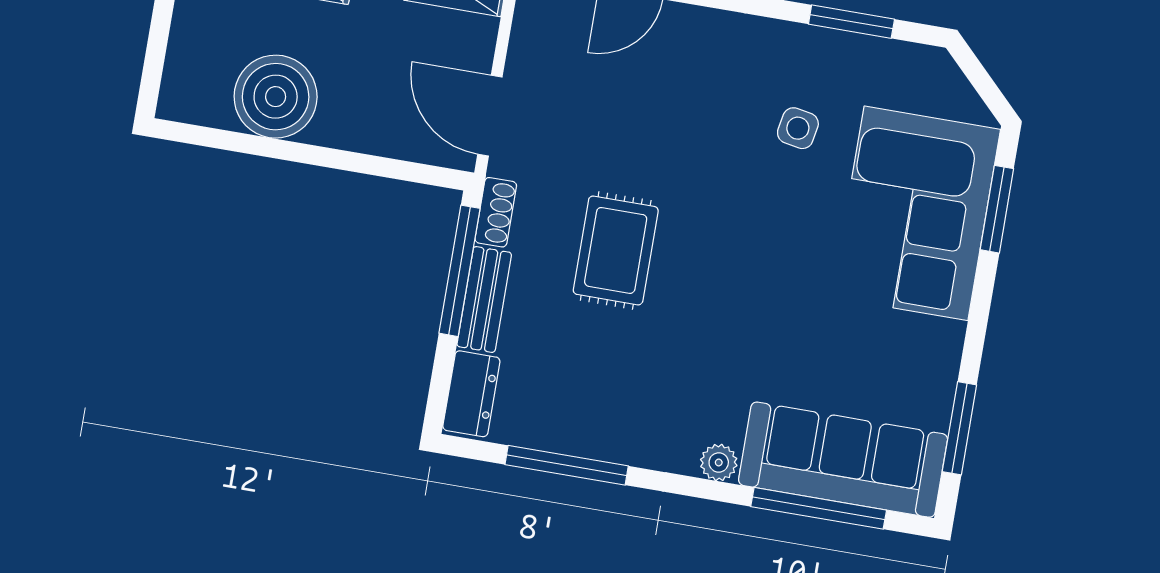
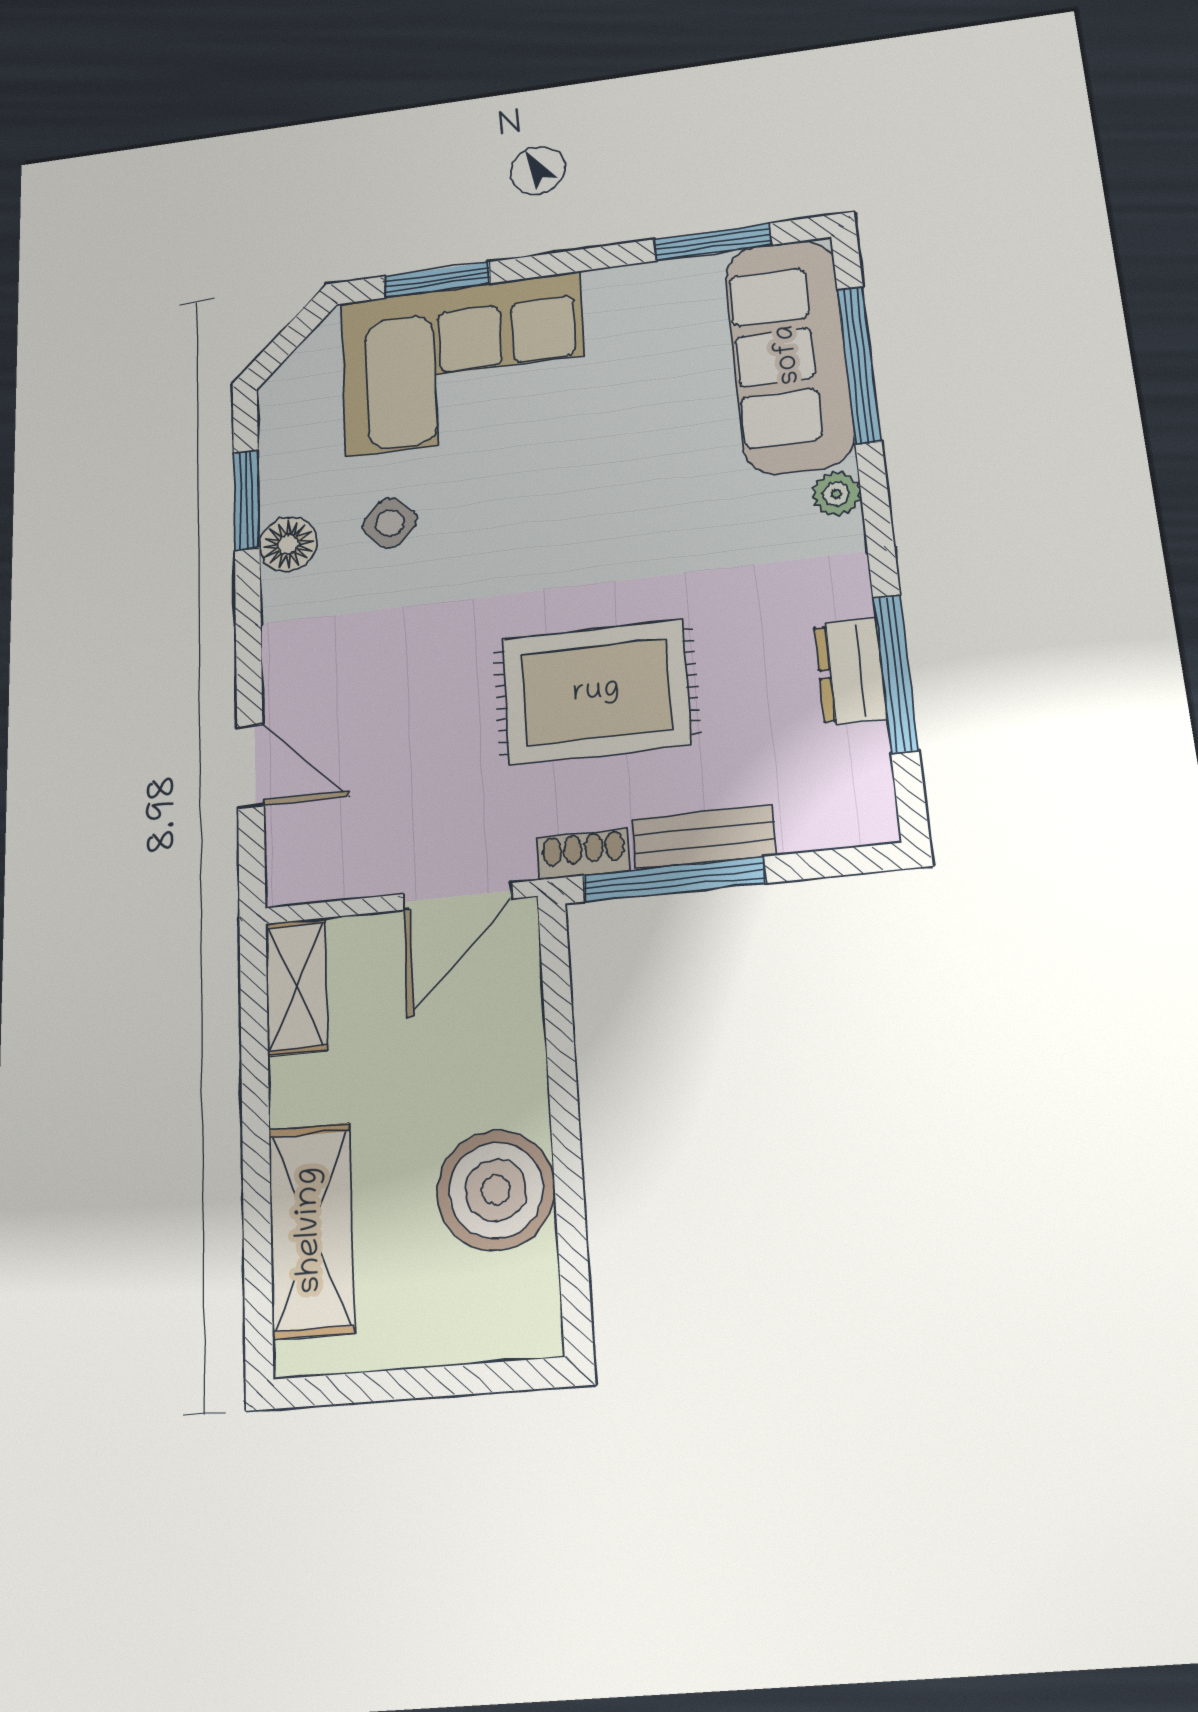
floor lamp: (804, 47) -> (288, 544), added
side table: (798, 128) -> (390, 523), turned 33
rug: (616, 250) -> (596, 692), width x1.36, depth x1.43
dresser: (471, 394) -> (850, 671), moved, turned -90

